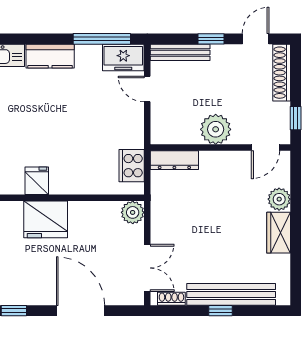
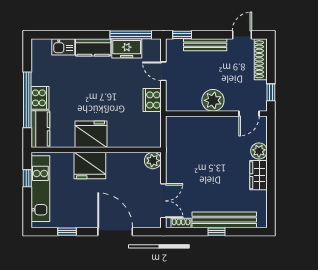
window: (211, 39) -> (182, 35), moved
bench: (180, 52) -> (205, 45), moved
freezer: (123, 58) -> (127, 48), moved
dresser: (174, 160) -> (183, 123), removed
cooker: (132, 166) -> (152, 100), moved
fridge: (37, 181) -> (91, 134), width x1.88, depth x1.34

